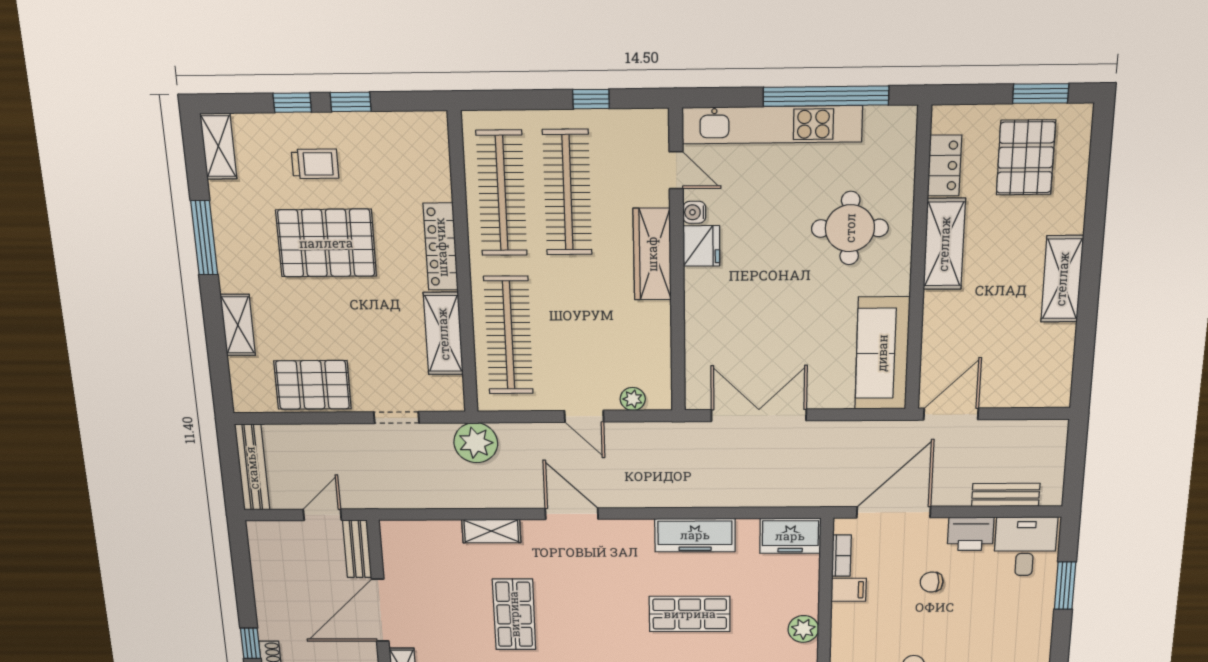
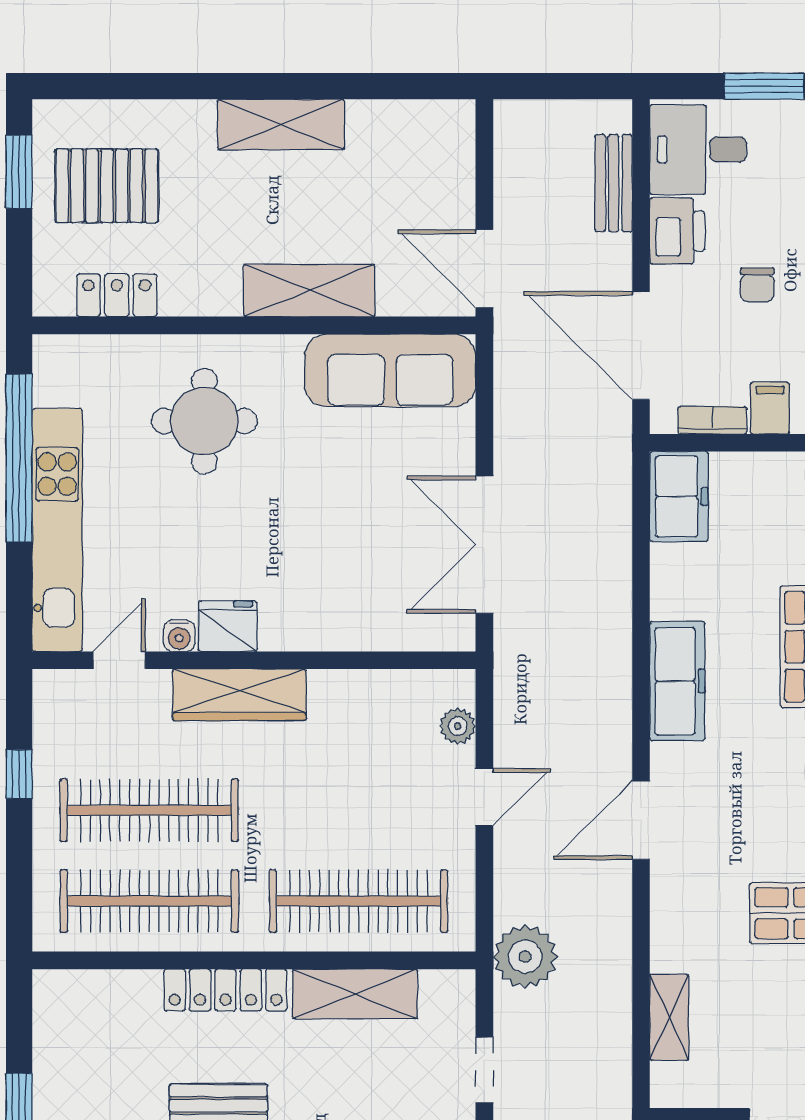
shelving: (944, 244) -> (309, 290), moved
shelving: (491, 531) -> (669, 1017), moved
freezer: (695, 535) -> (677, 681), moved

